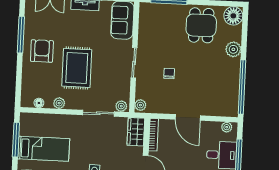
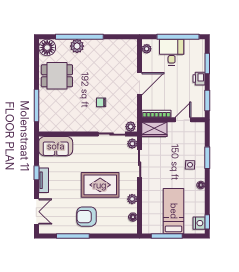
sliding door: (134, 63) -> (112, 134), moved
window: (242, 87) -> (79, 37), moved

